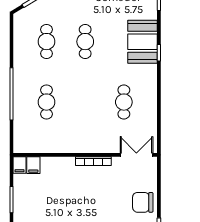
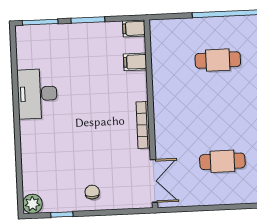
filing cabinet: (33, 165) -> (135, 62), moved
chair: (143, 202) -> (92, 192), width x0.54, depth x0.54

